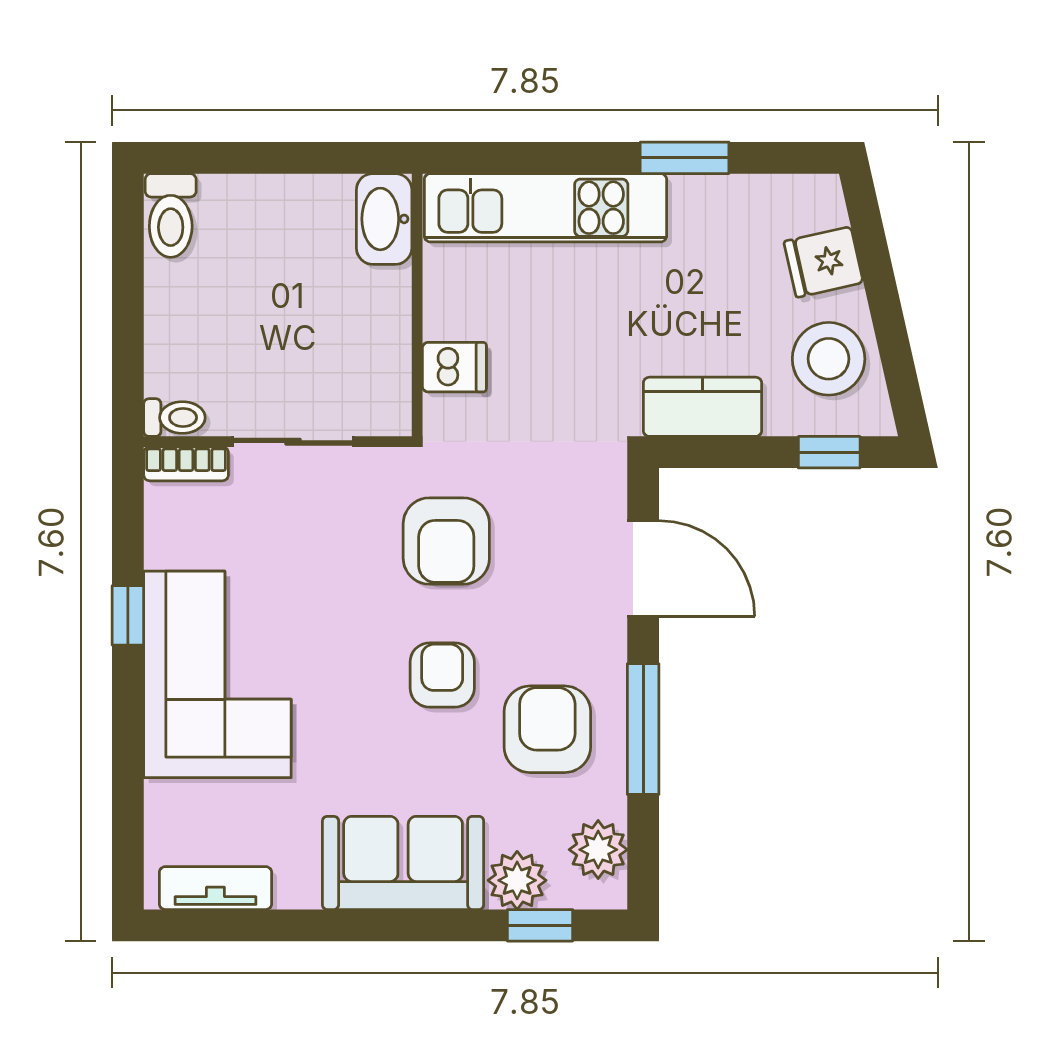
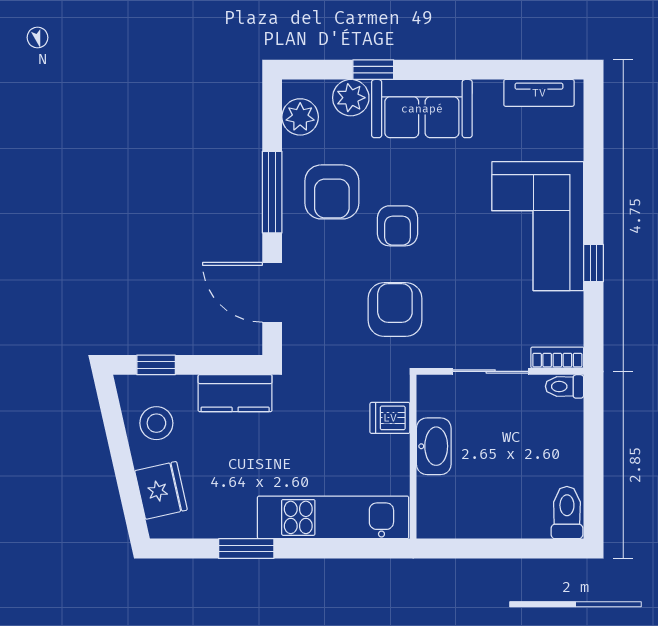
washbasin: (384, 219) -> (434, 446), moved
fridge: (824, 262) -> (161, 490), width x1.38
stool: (829, 359) -> (156, 423), width x0.73, depth x0.73
window: (540, 925) -> (373, 70), moved

